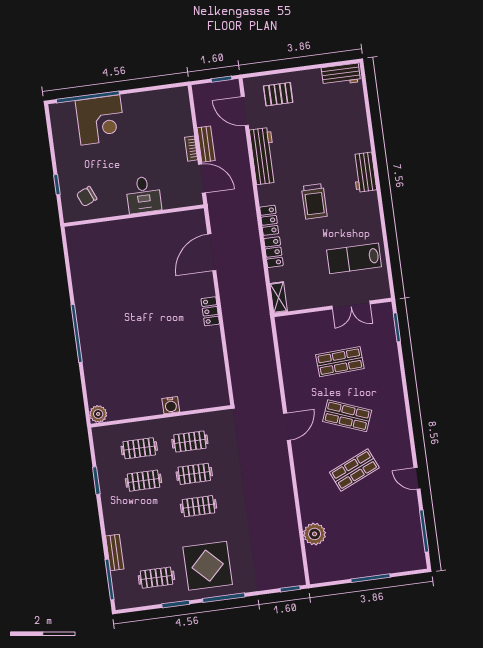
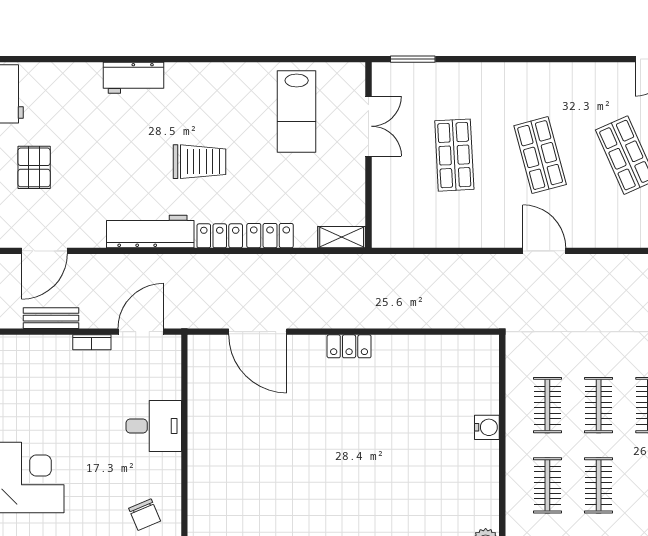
pallet: (278, 94) -> (34, 167), moved
bench: (206, 144) -> (51, 318), moved
workbench: (263, 156) -> (150, 232), moved
workbench: (364, 172) -> (134, 78), moved
shop shelf: (347, 416) -> (540, 155), turned -36

